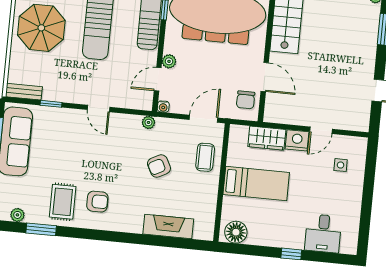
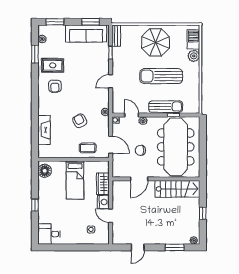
chair: (246, 100) -> (140, 150), moved
desk: (323, 233) -> (49, 234), moved

